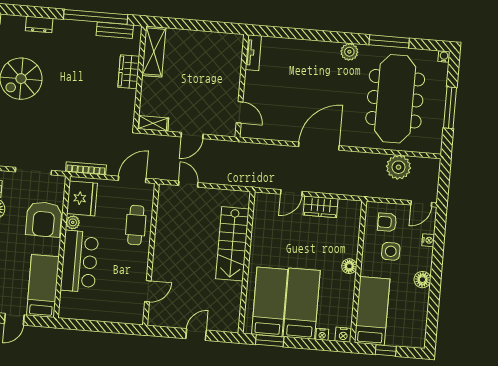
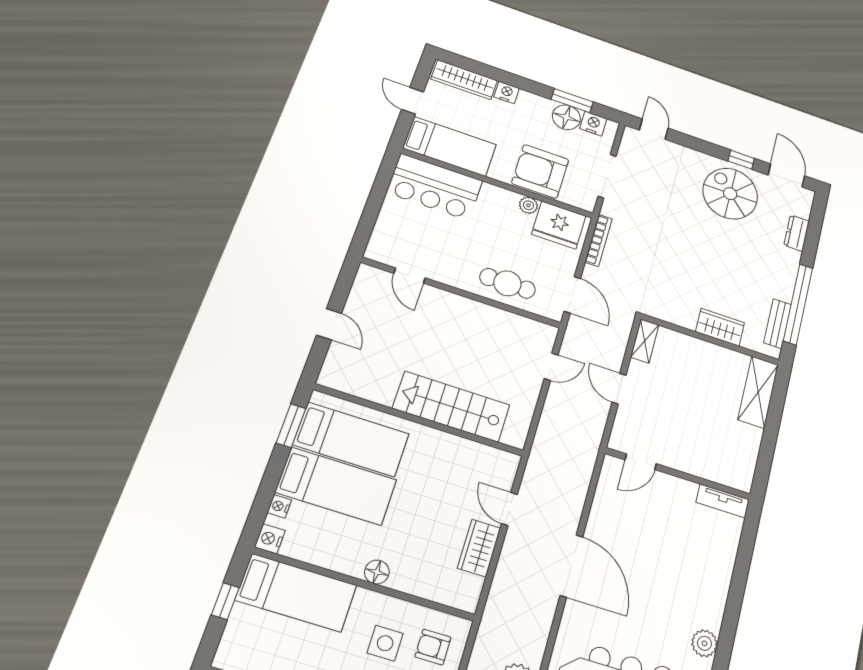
shelving: (154, 52) -> (758, 392), moved, turned 90
armchair: (387, 222) -> (433, 647), turned -90
bar counter: (80, 261) -> (435, 187), moved

